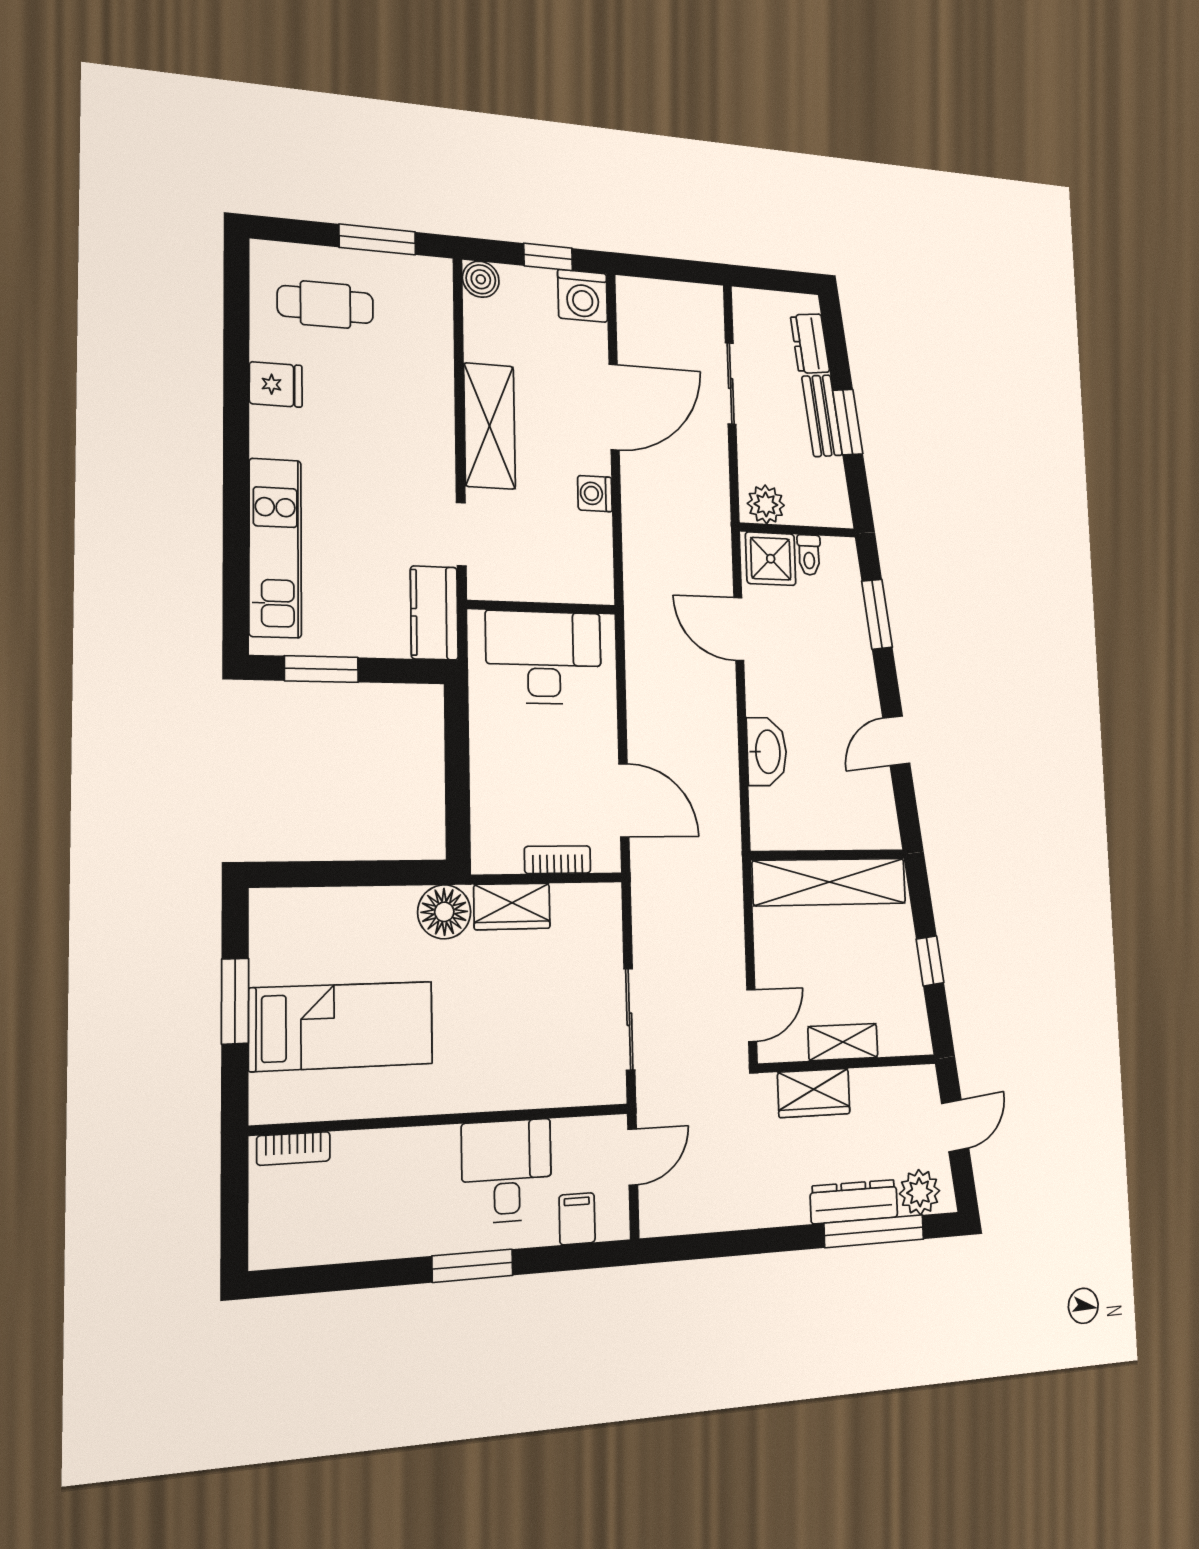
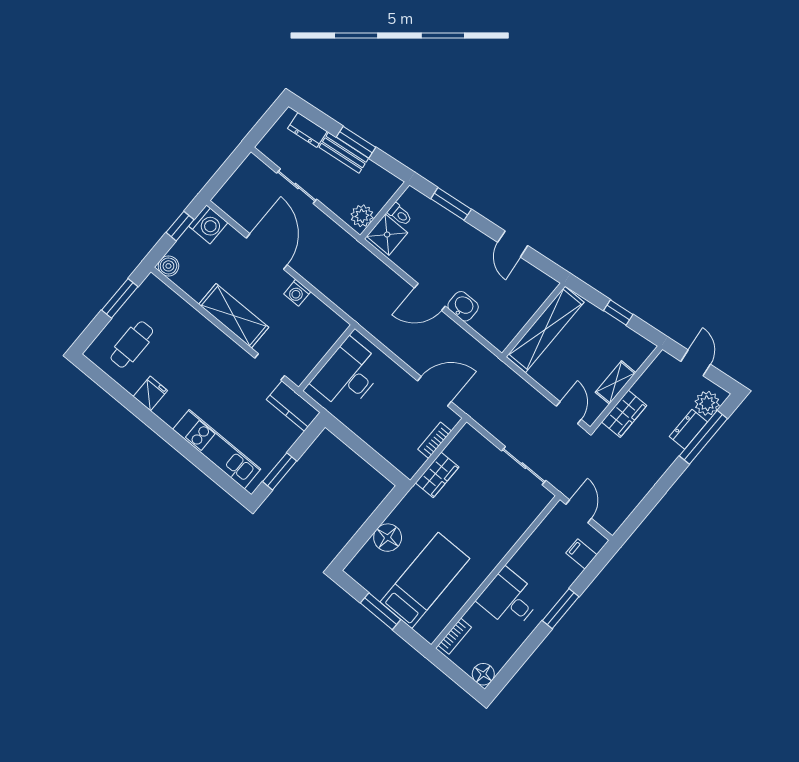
door: (739, 629) -> (430, 297), moved
washbasin: (767, 752) -> (463, 306), width x0.72
floor lamp: (444, 912) -> (388, 538), moved
desk: (507, 1171) -> (509, 599), moved
dresser: (854, 1202) -> (688, 429), width x0.70
floor lamp: (271, 1246) -> (483, 674), added

